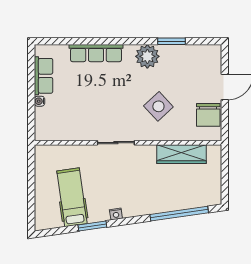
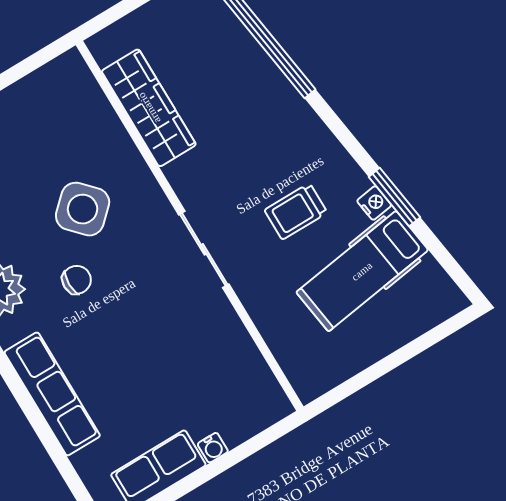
chair: (208, 115) -> (77, 280), moved, width x0.54, depth x0.54
trolley: (109, 186) -> (296, 211), added
nightstand: (116, 214) -> (374, 203), moved

